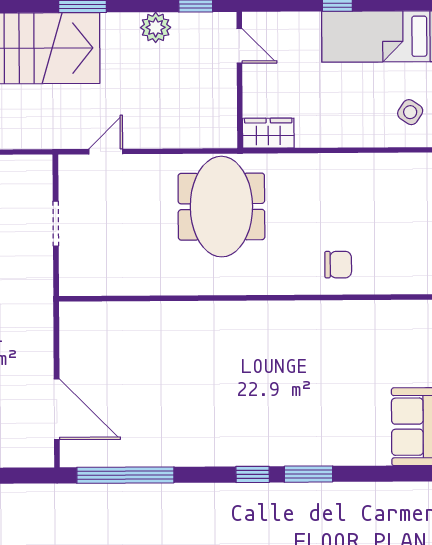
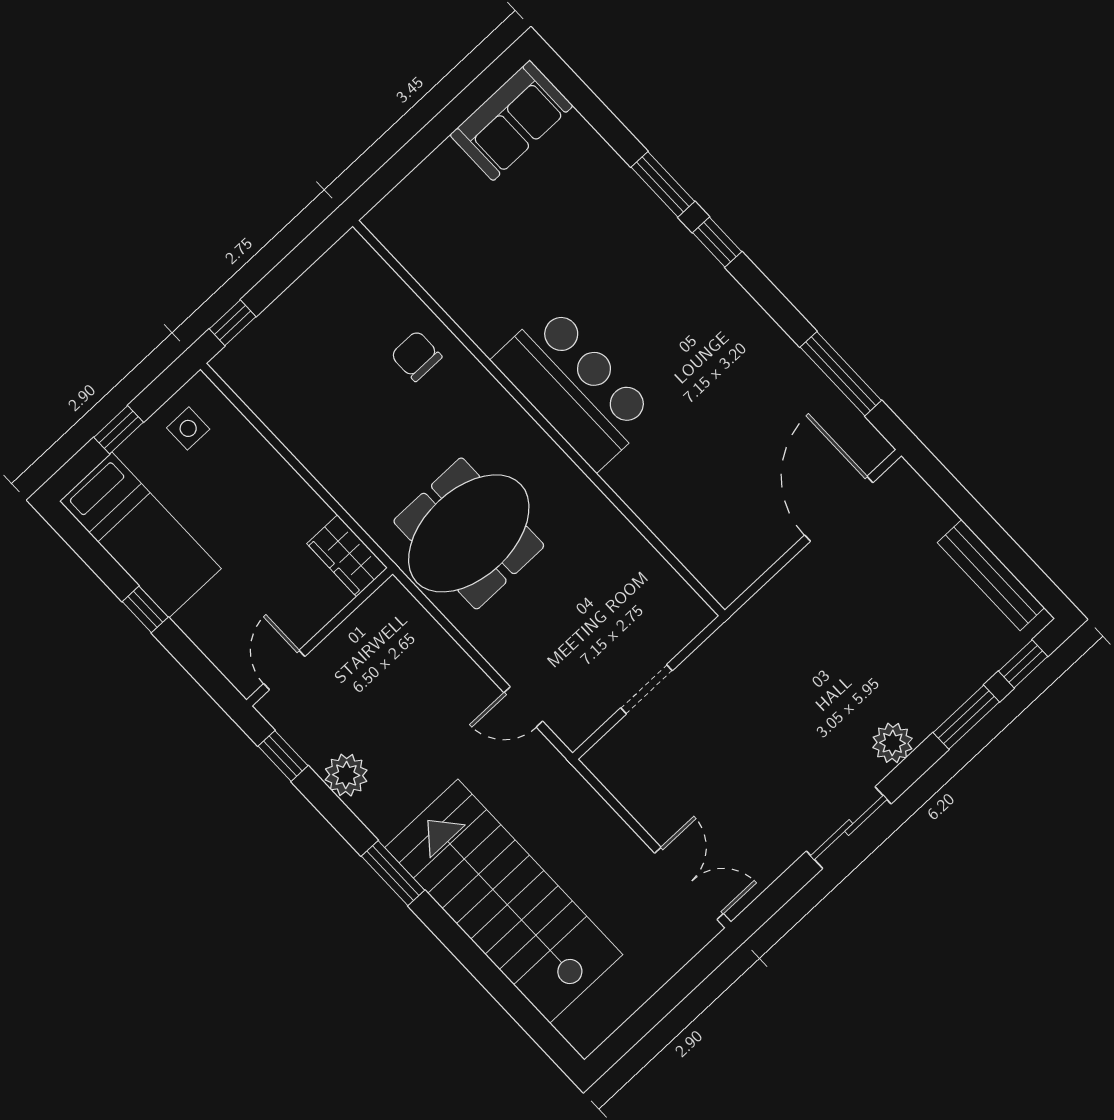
side table: (410, 112) -> (188, 428), turned -33
bar counter: (246, 331) -> (574, 387), added
window: (125, 475) -> (841, 374), width x0.68

